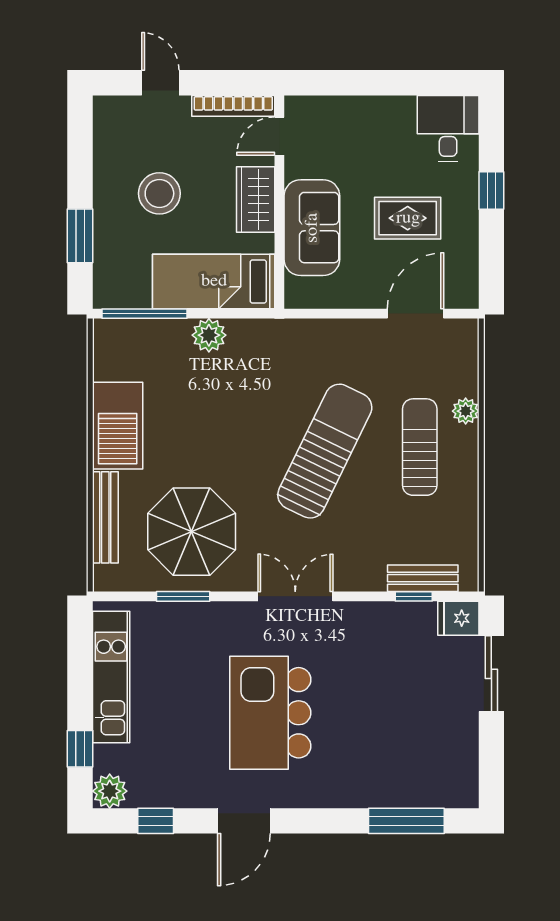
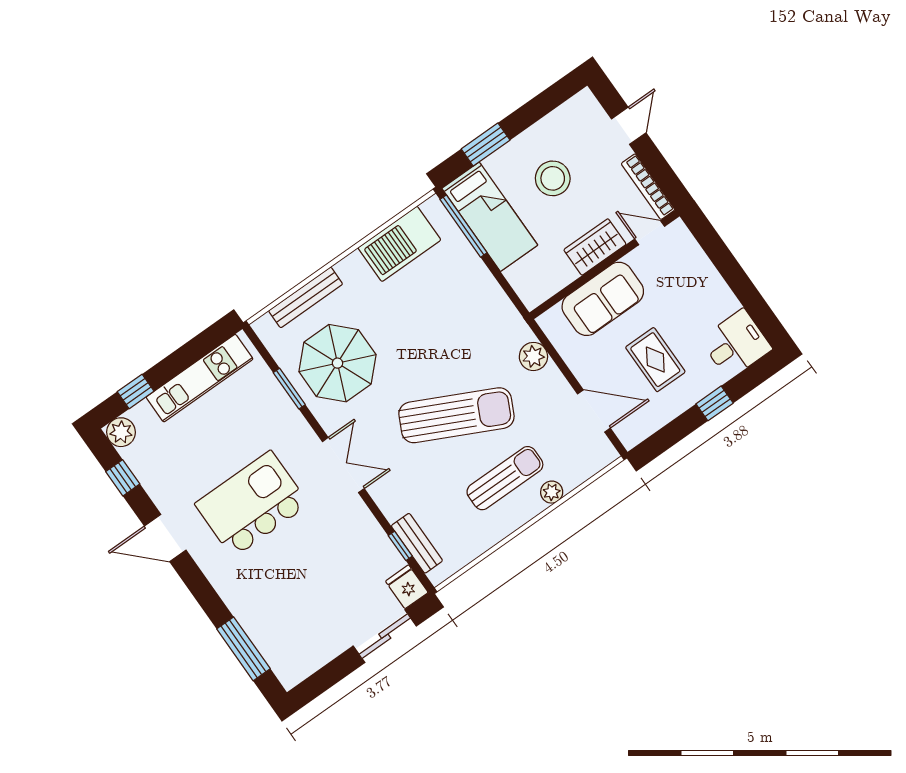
bed: (214, 281) -> (490, 217), moved, turned 180
plant: (209, 335) -> (533, 356), moved
barbecue: (118, 426) -> (399, 244), moved

